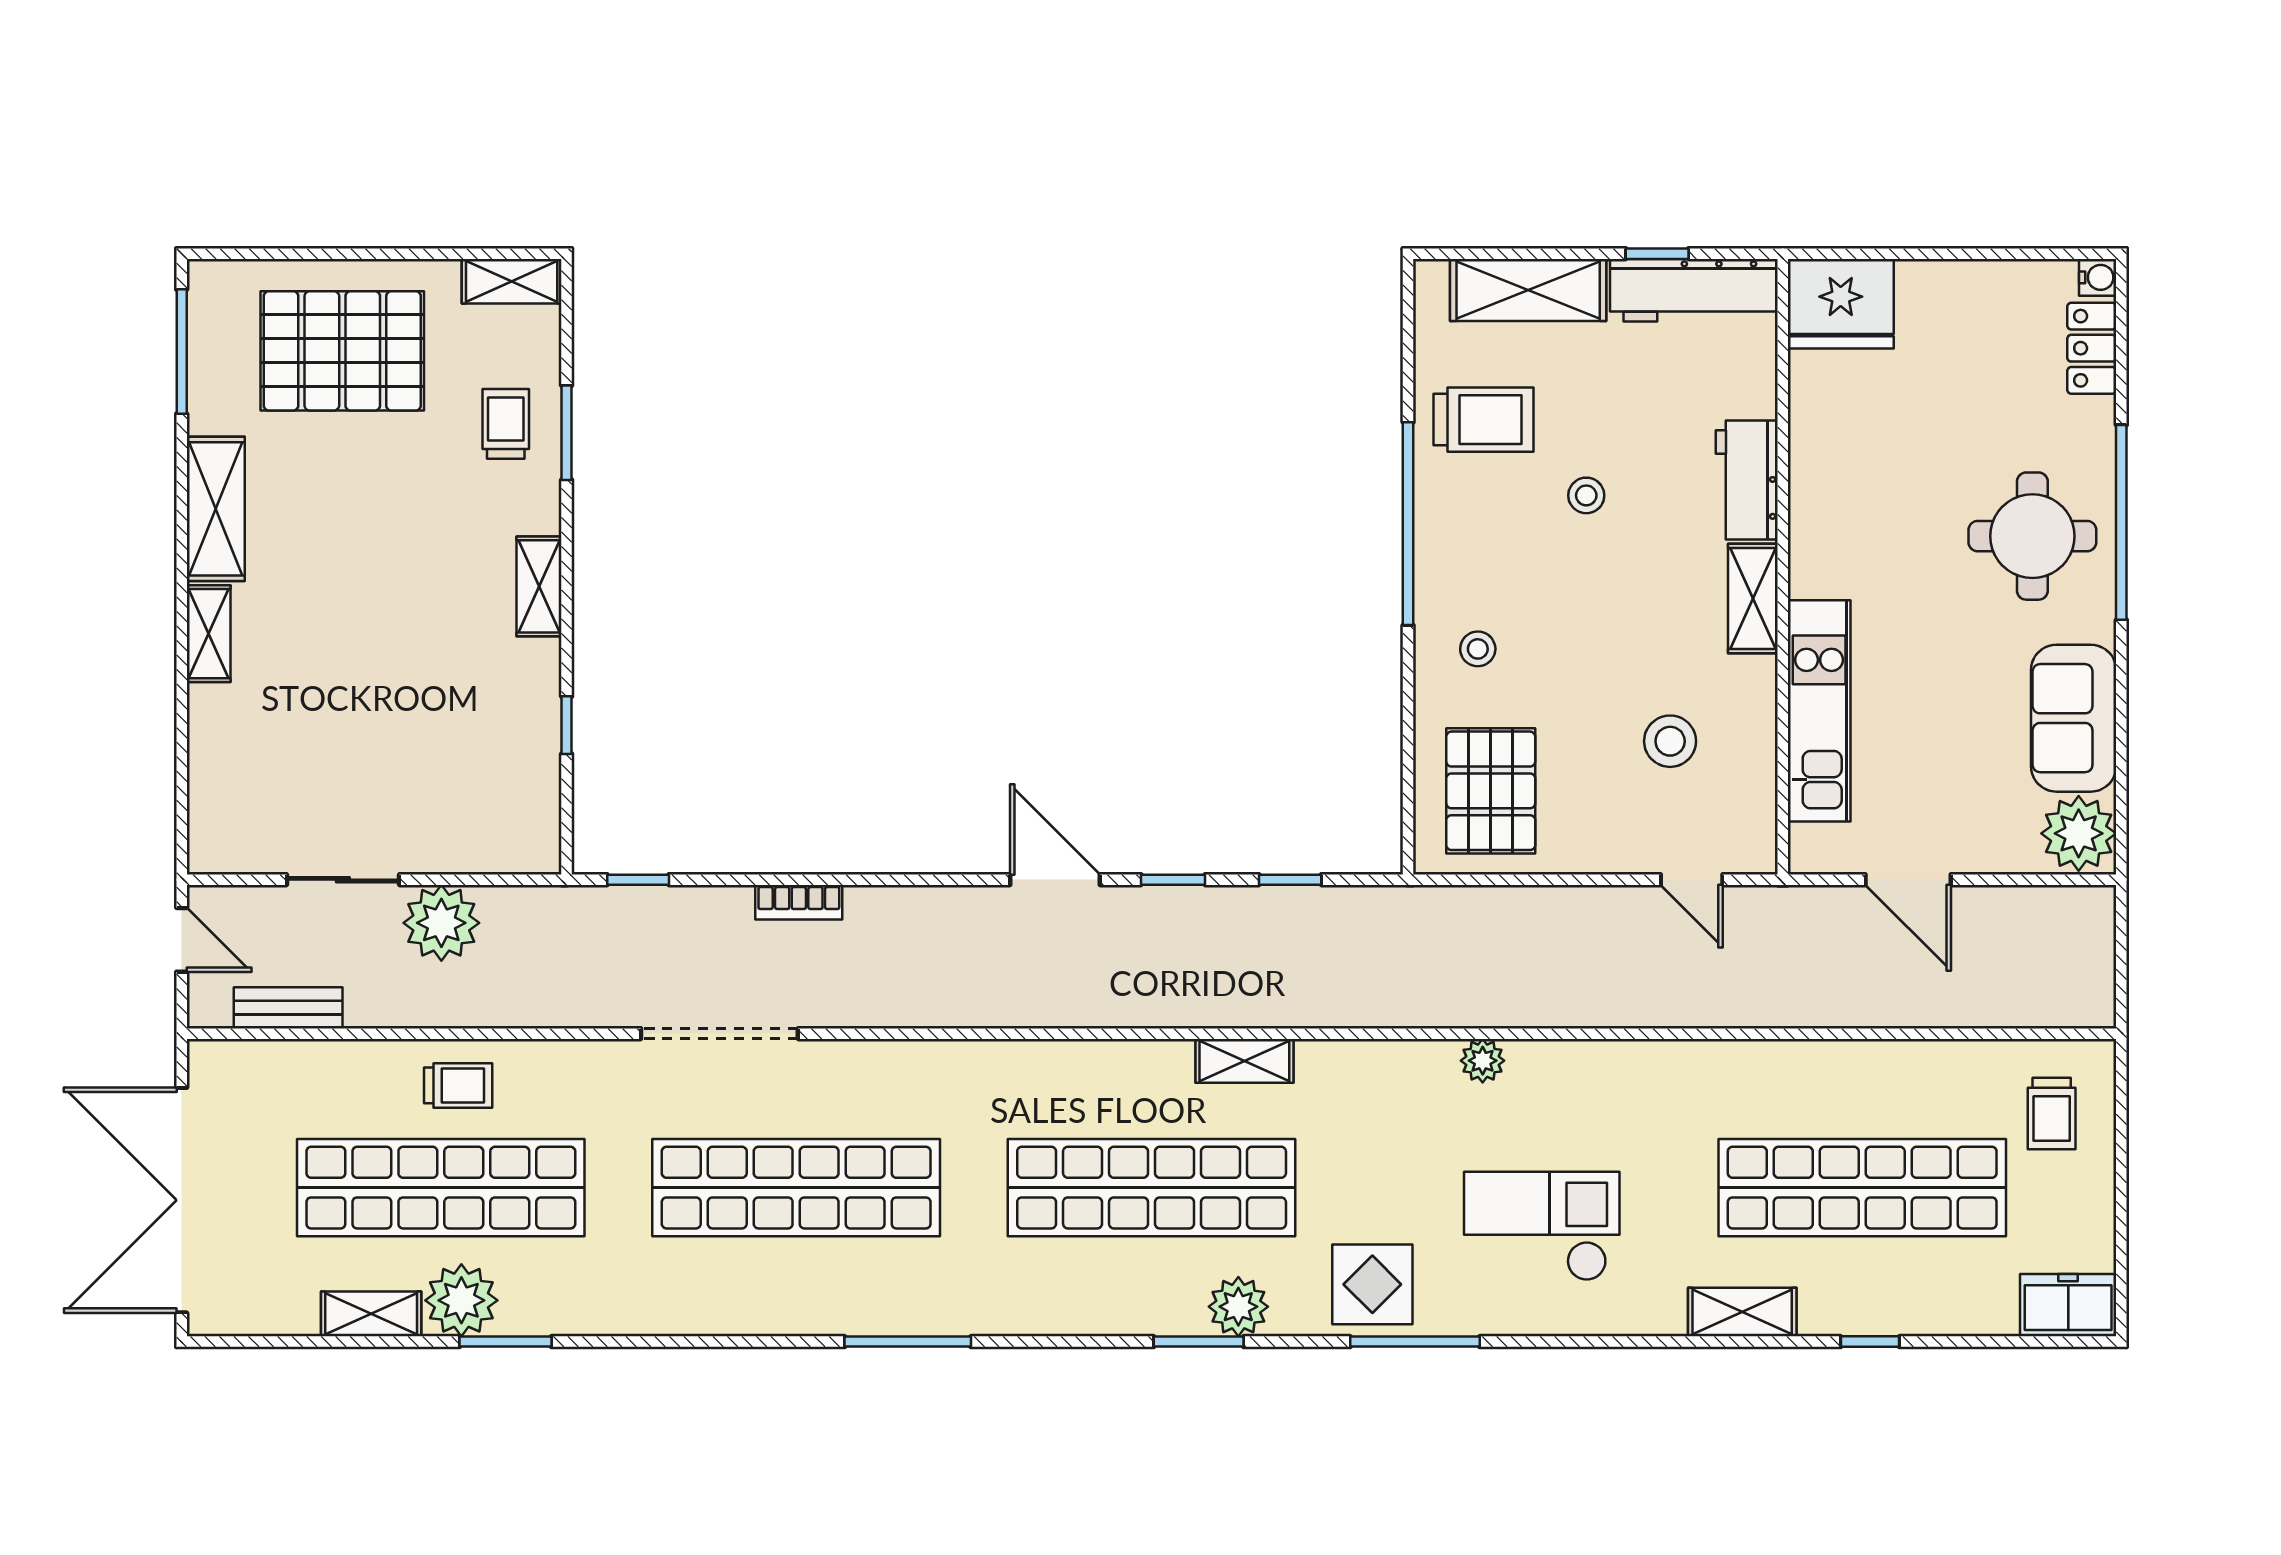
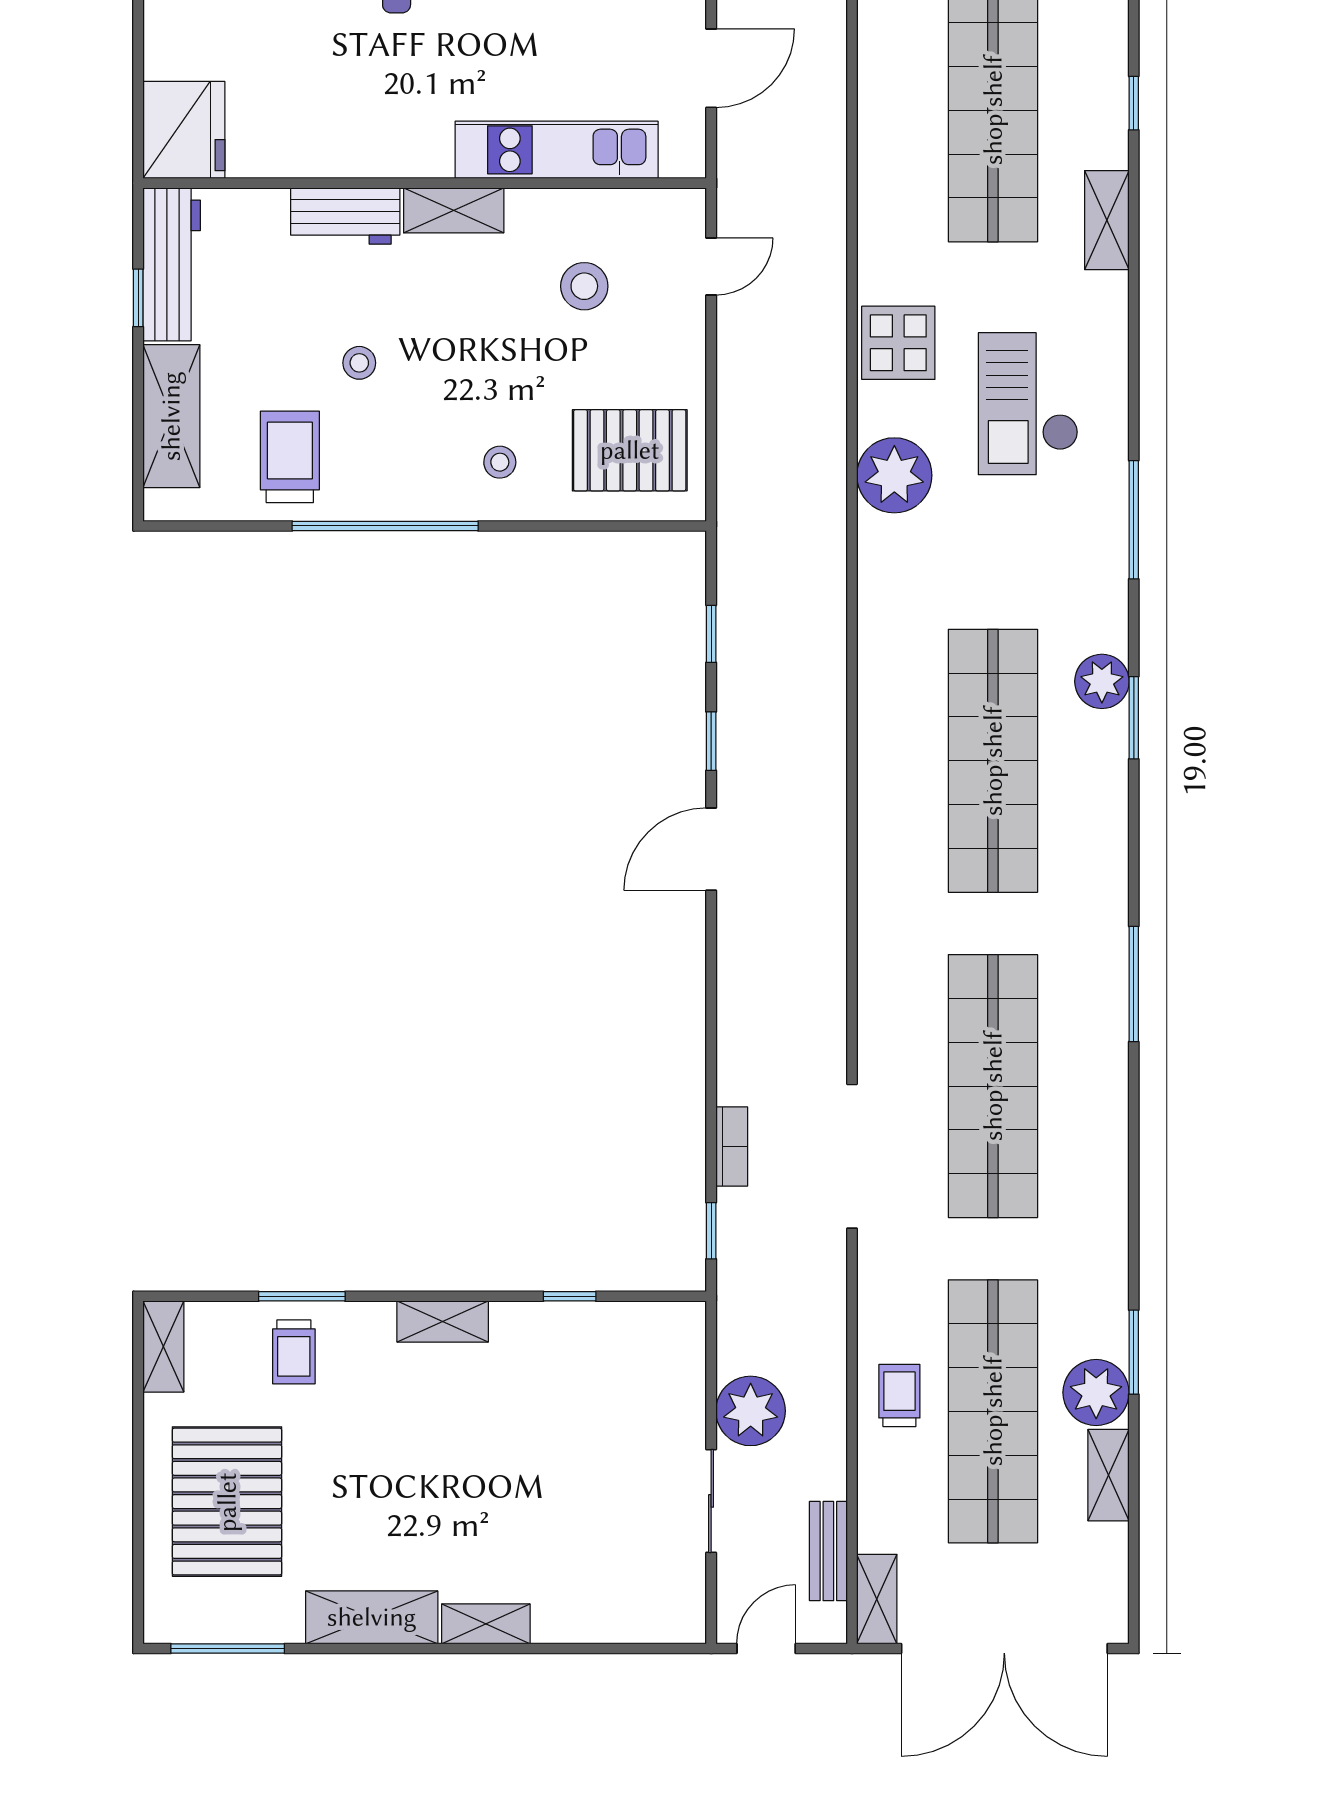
trolley: (506, 424) -> (294, 1352), turned -90
bookcase: (799, 902) -> (732, 1146), moved
shelving: (1244, 1061) -> (877, 1599), moved
plant: (1483, 1061) -> (894, 475), width x1.87, depth x1.87
display table: (1372, 1284) -> (898, 343), moved

